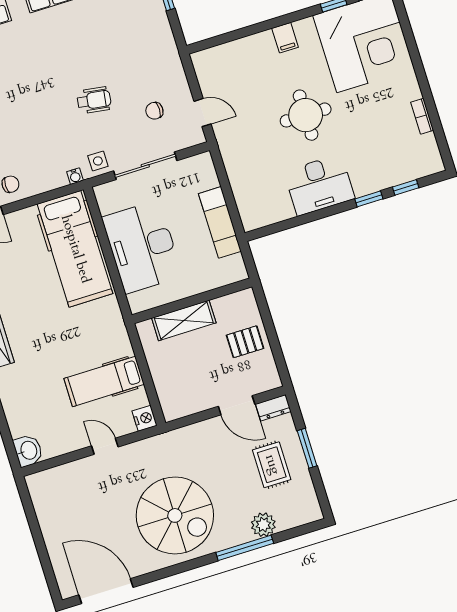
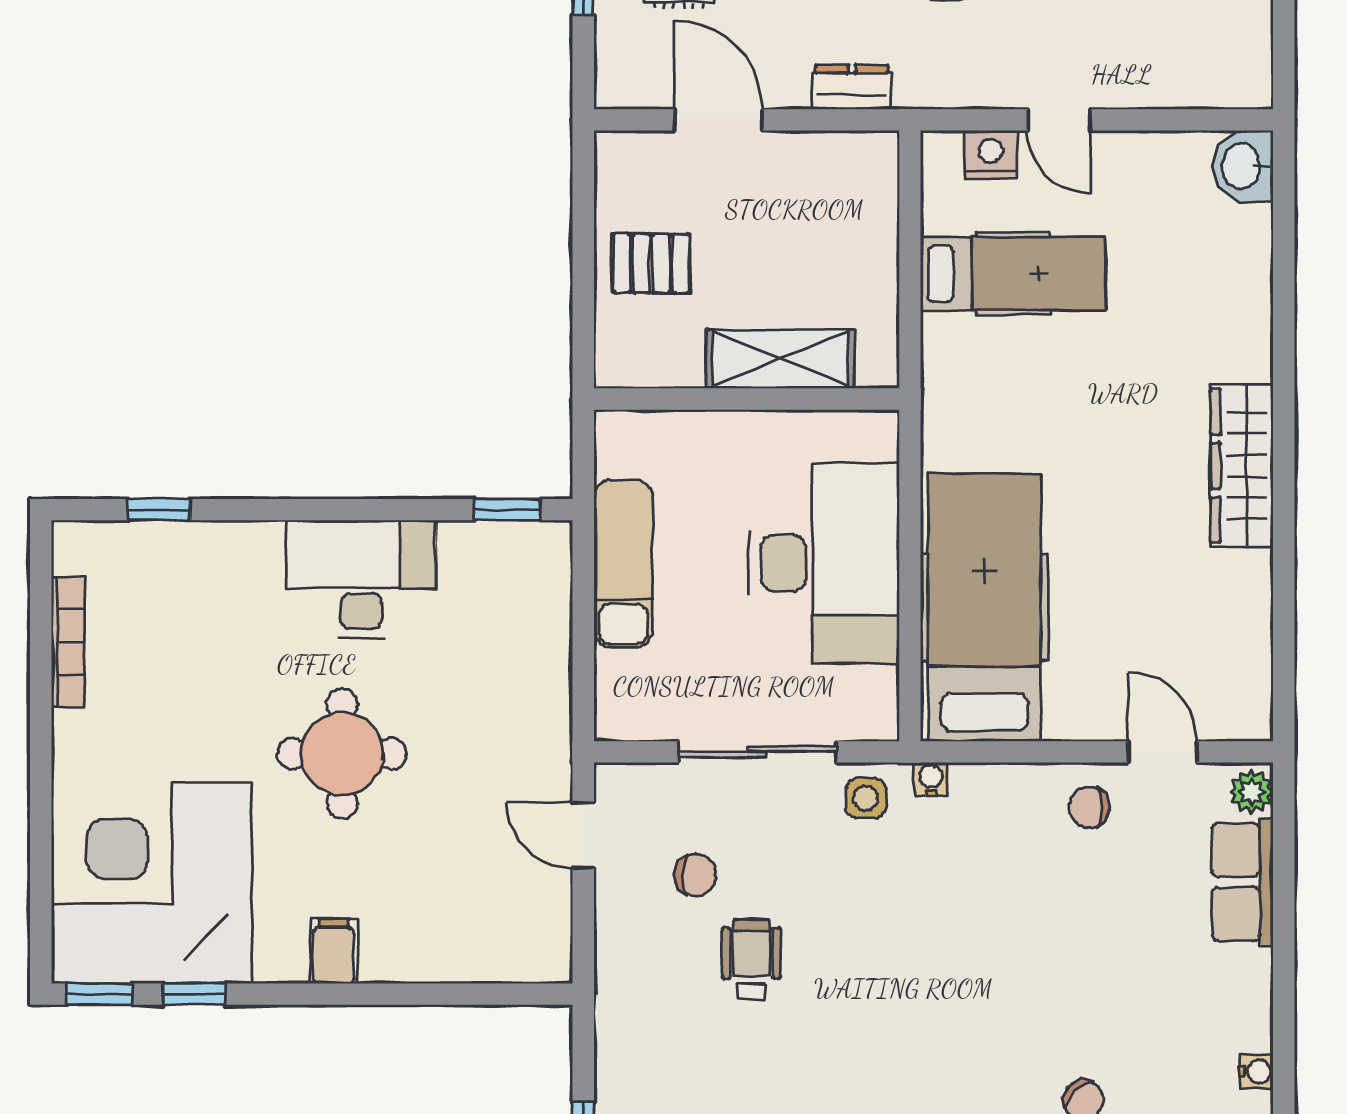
wheelchair: (94, 100) -> (751, 960), moved, turned 82
bookcase: (422, 116) -> (68, 642), width x1.56
window: (369, 199) -> (507, 510), moved
dresser: (273, 408) -> (852, 87), moved
nightstand: (145, 418) -> (991, 155), moved, turned 90

